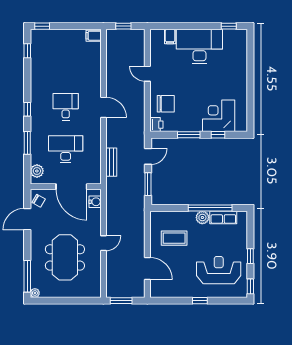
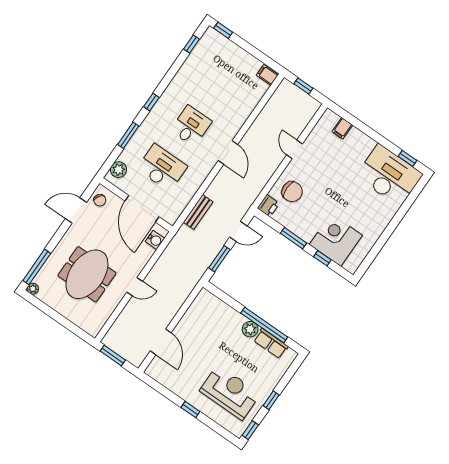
desk: (199, 46) -> (389, 175), moved
coffee table: (174, 238) -> (208, 330), removed

